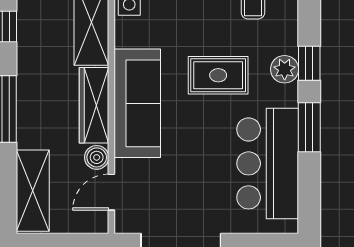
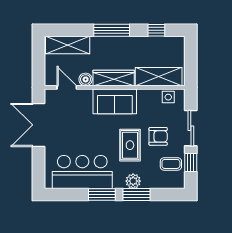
armchair: (202, 23) -> (158, 136), added
window: (309, 63) -> (136, 194), width x1.50
sofa: (137, 103) -> (115, 101), width x0.73

